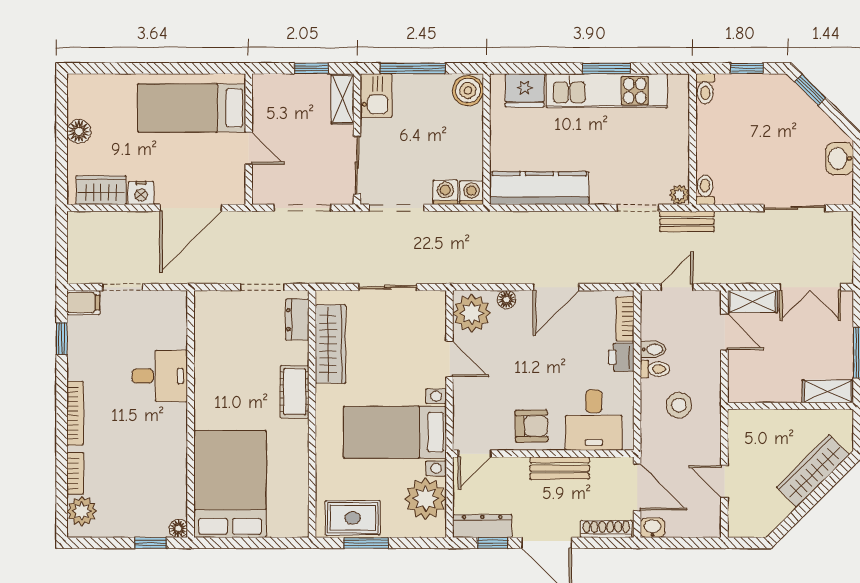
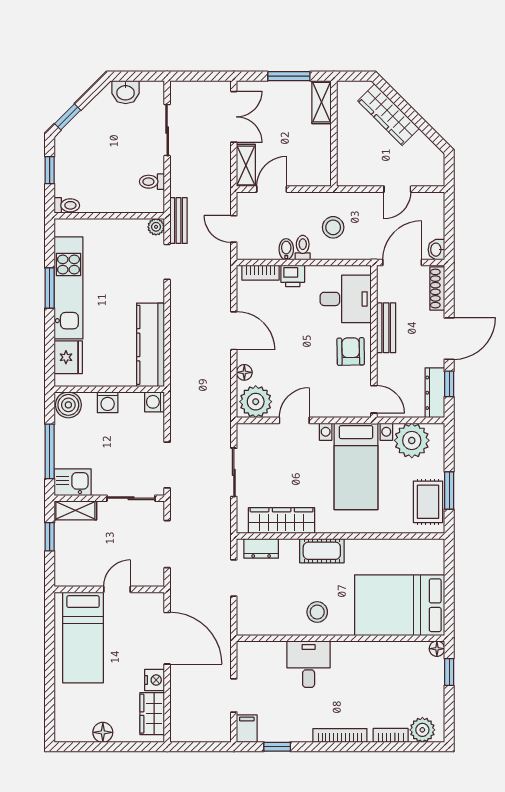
toilet: (705, 190) -> (152, 182), moved
washing machine: (445, 192) -> (108, 402), moved, turned -90
stool: (222, 386) -> (317, 612), added

